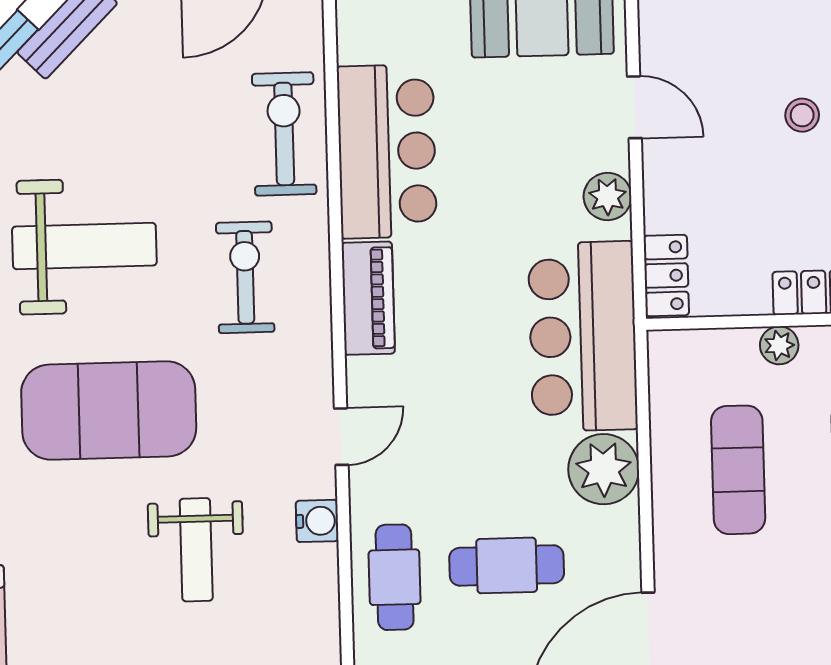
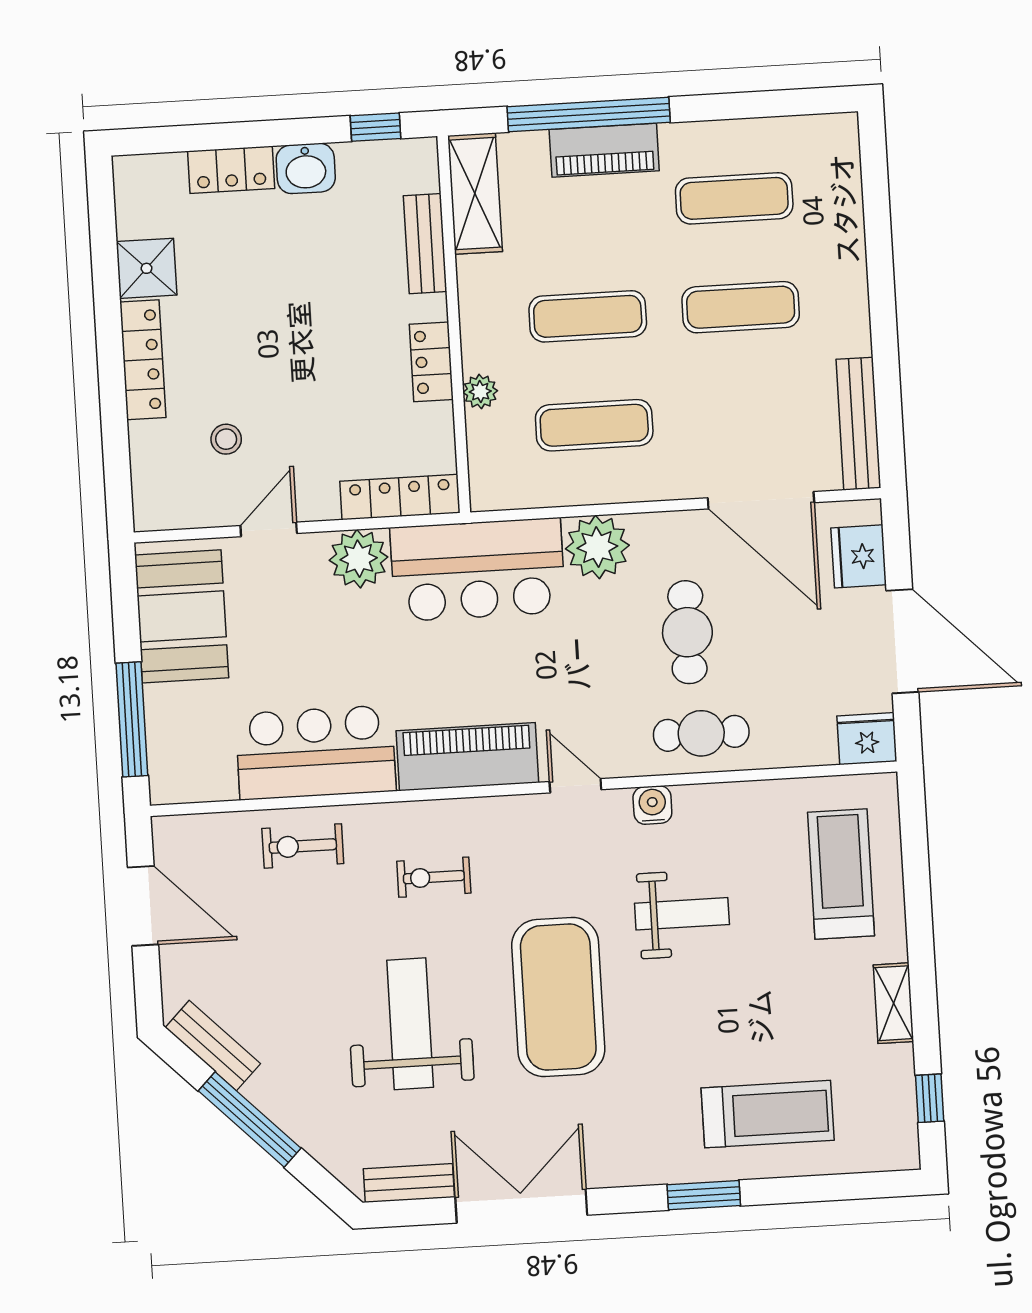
stool: (802, 115) -> (226, 439), moved
exercise bike: (284, 134) -> (303, 846), width x0.73, depth x0.72
plant: (608, 196) -> (359, 559), width x1.36, depth x1.36
locker: (666, 276) -> (400, 497), width x1.53
exercise bike: (245, 277) -> (434, 877), width x0.73, depth x0.72
piano: (368, 298) -> (467, 757), width x1.37, depth x1.33

